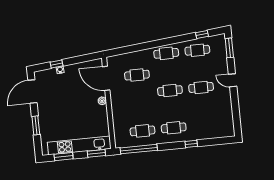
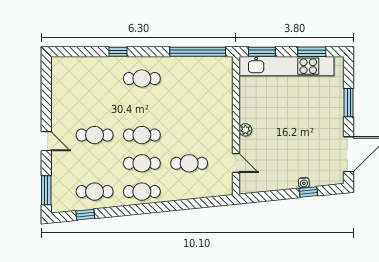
door: (106, 78) -> (236, 163), width x0.53
cafe table: (143, 131) -> (142, 163), moved

